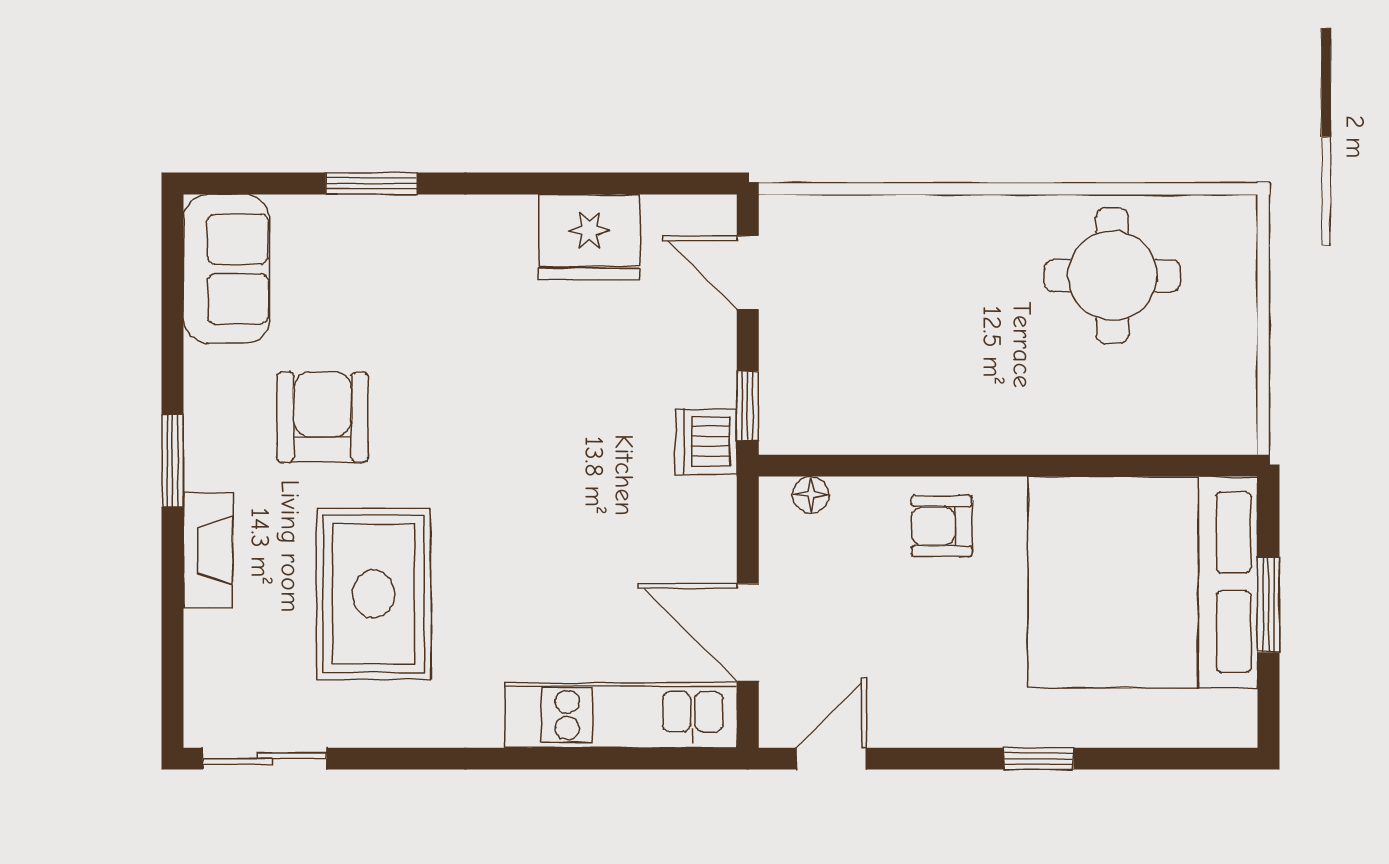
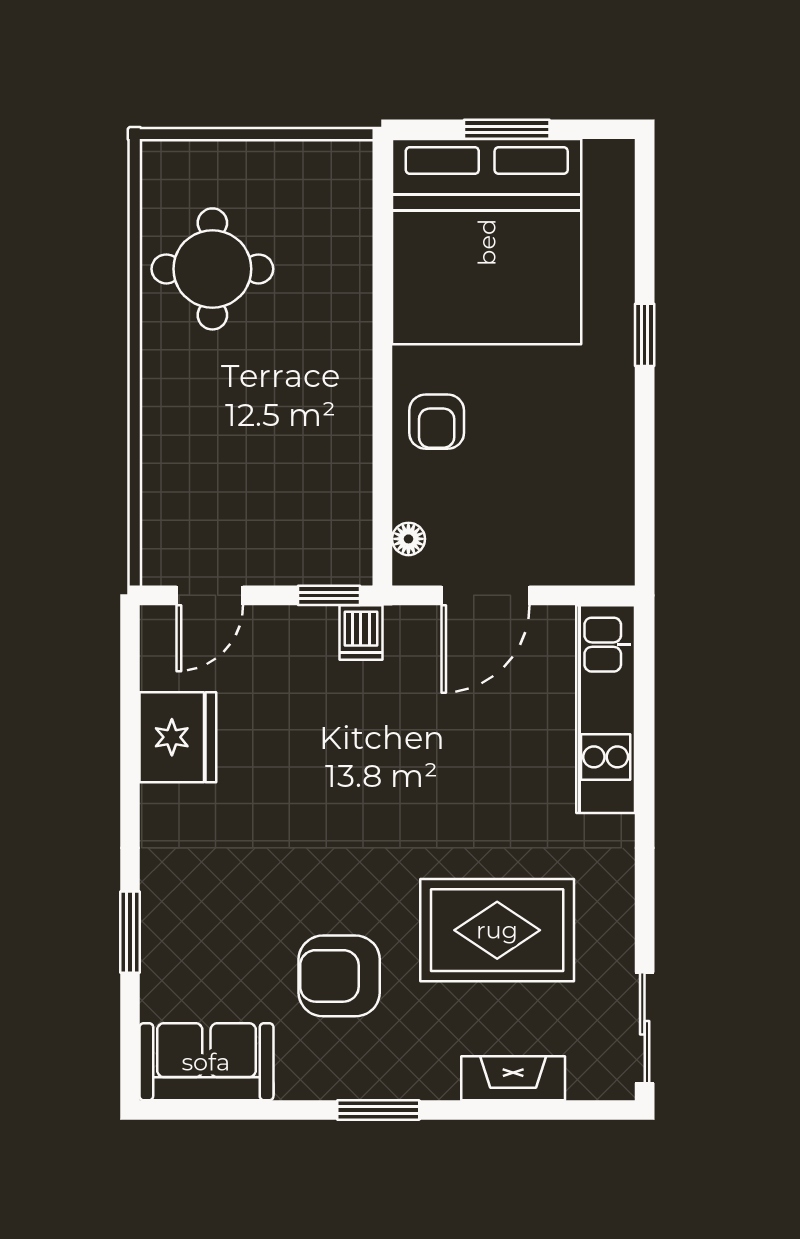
dishwasher: (706, 442) -> (361, 633), width x0.73
fireplace: (208, 550) -> (513, 1078), moved
door: (748, 633) -> (486, 595), moved
door: (831, 759) -> (645, 521), removed

